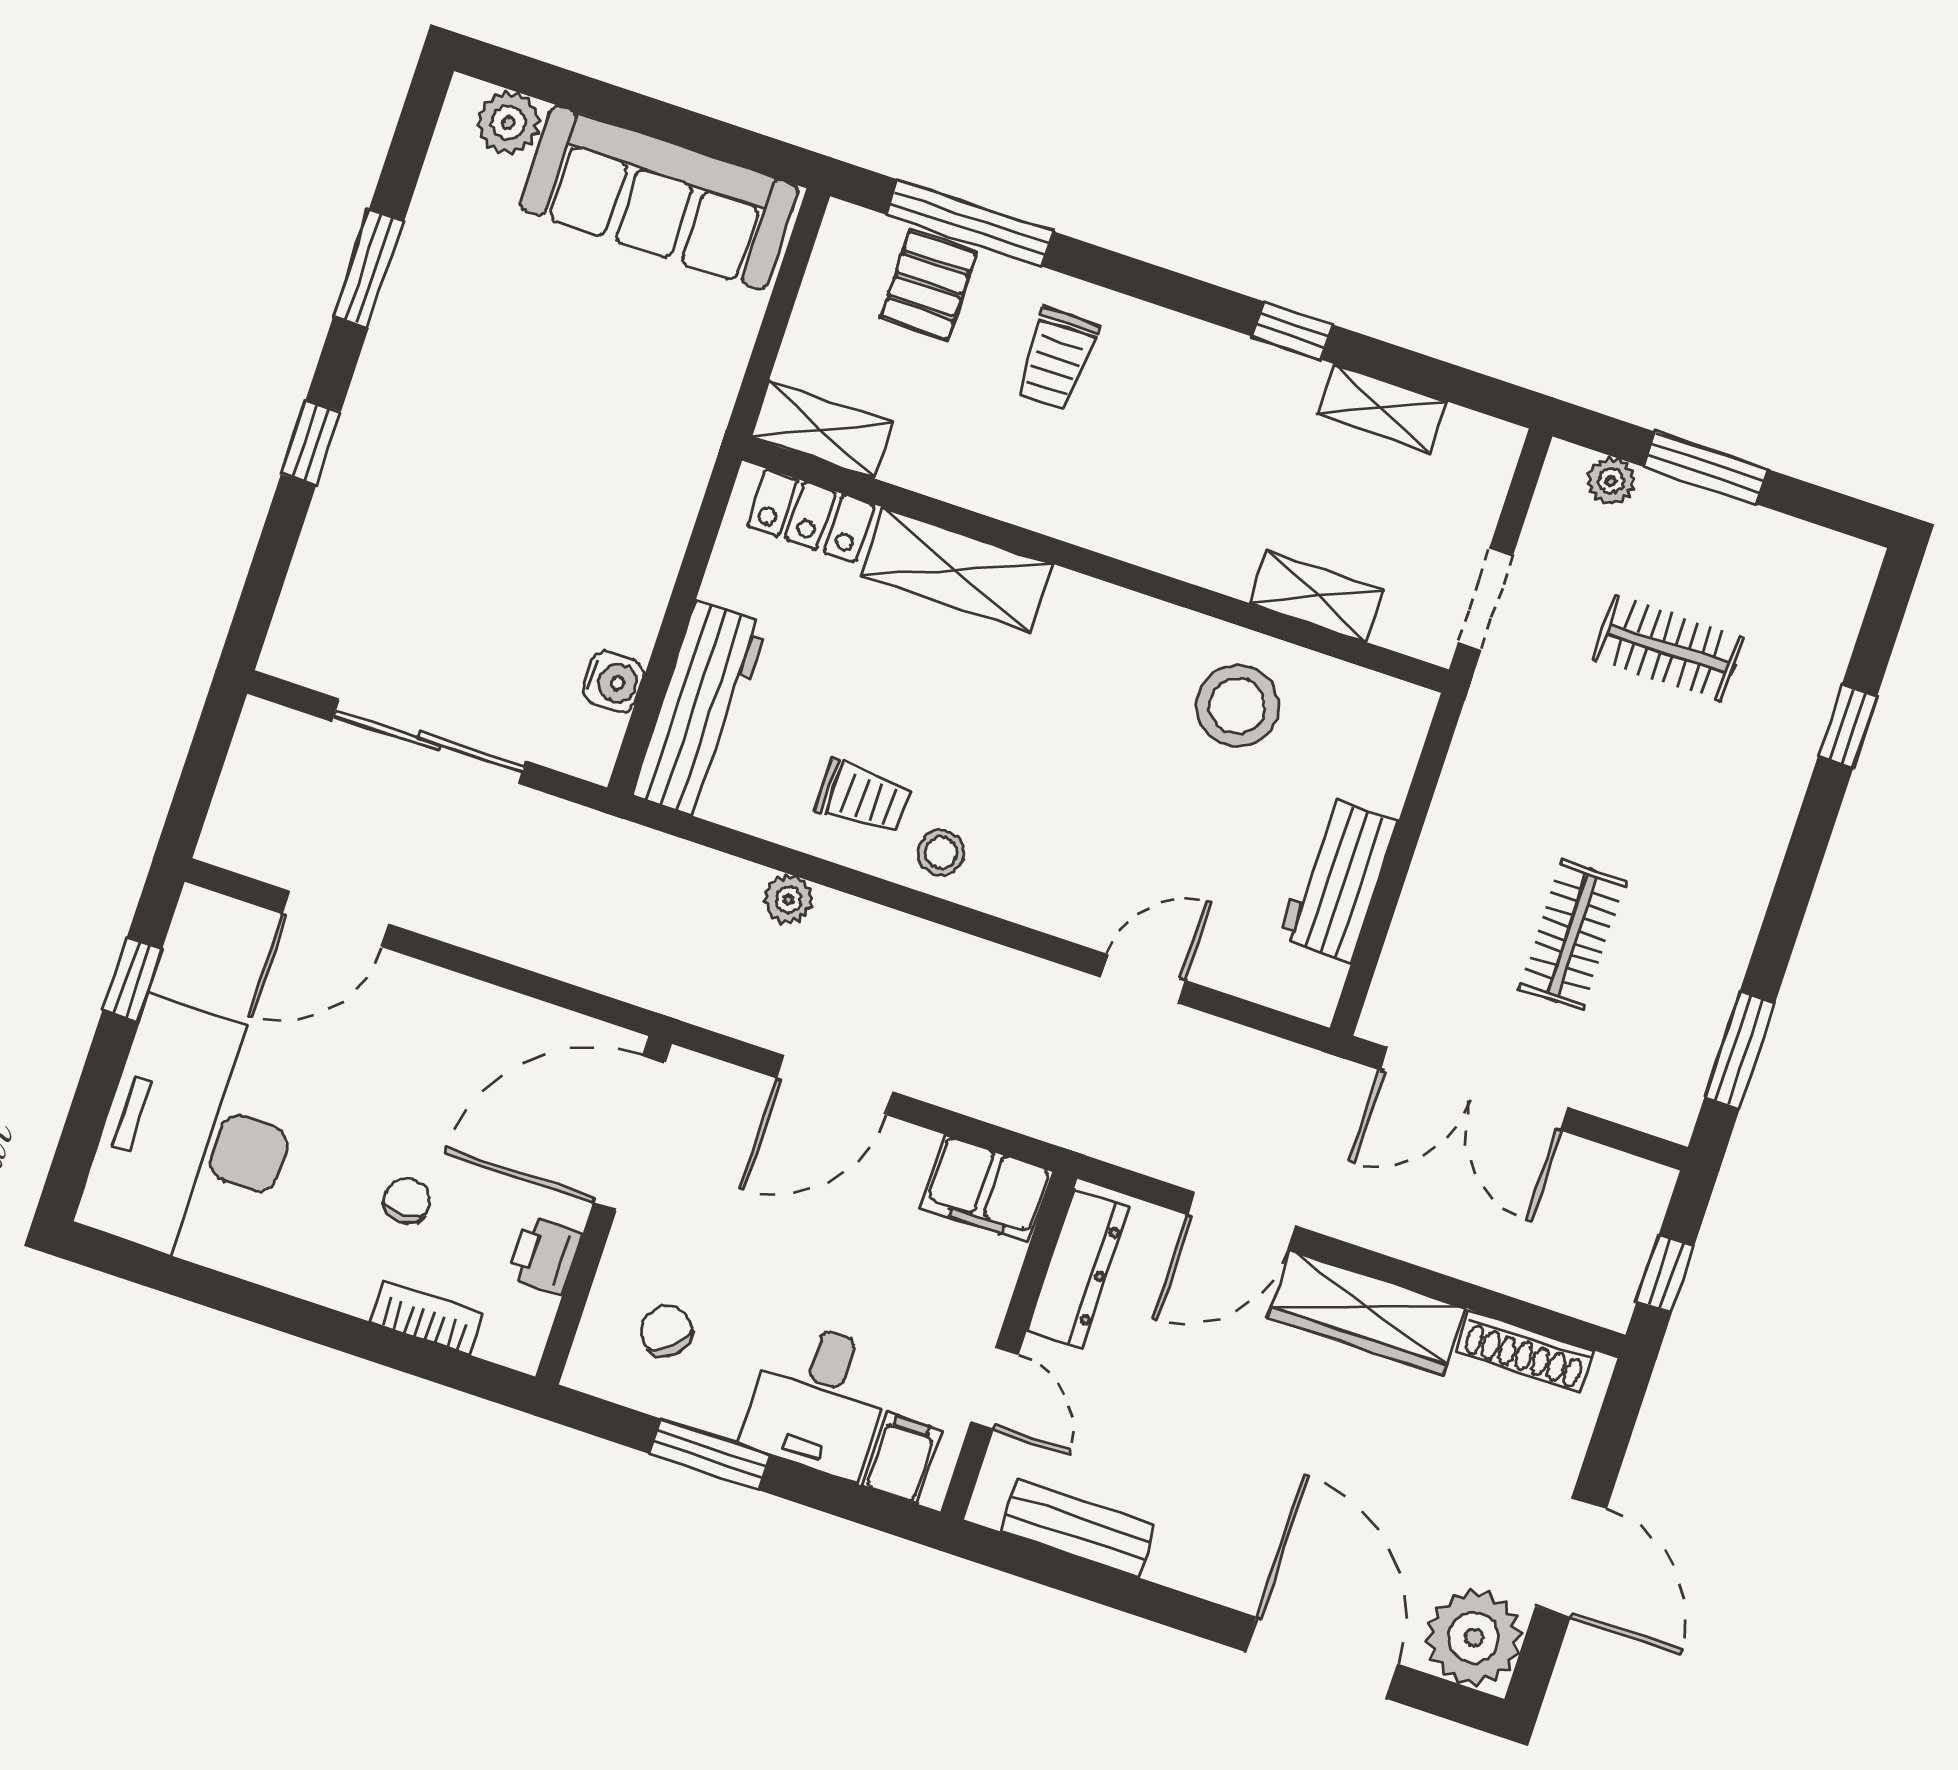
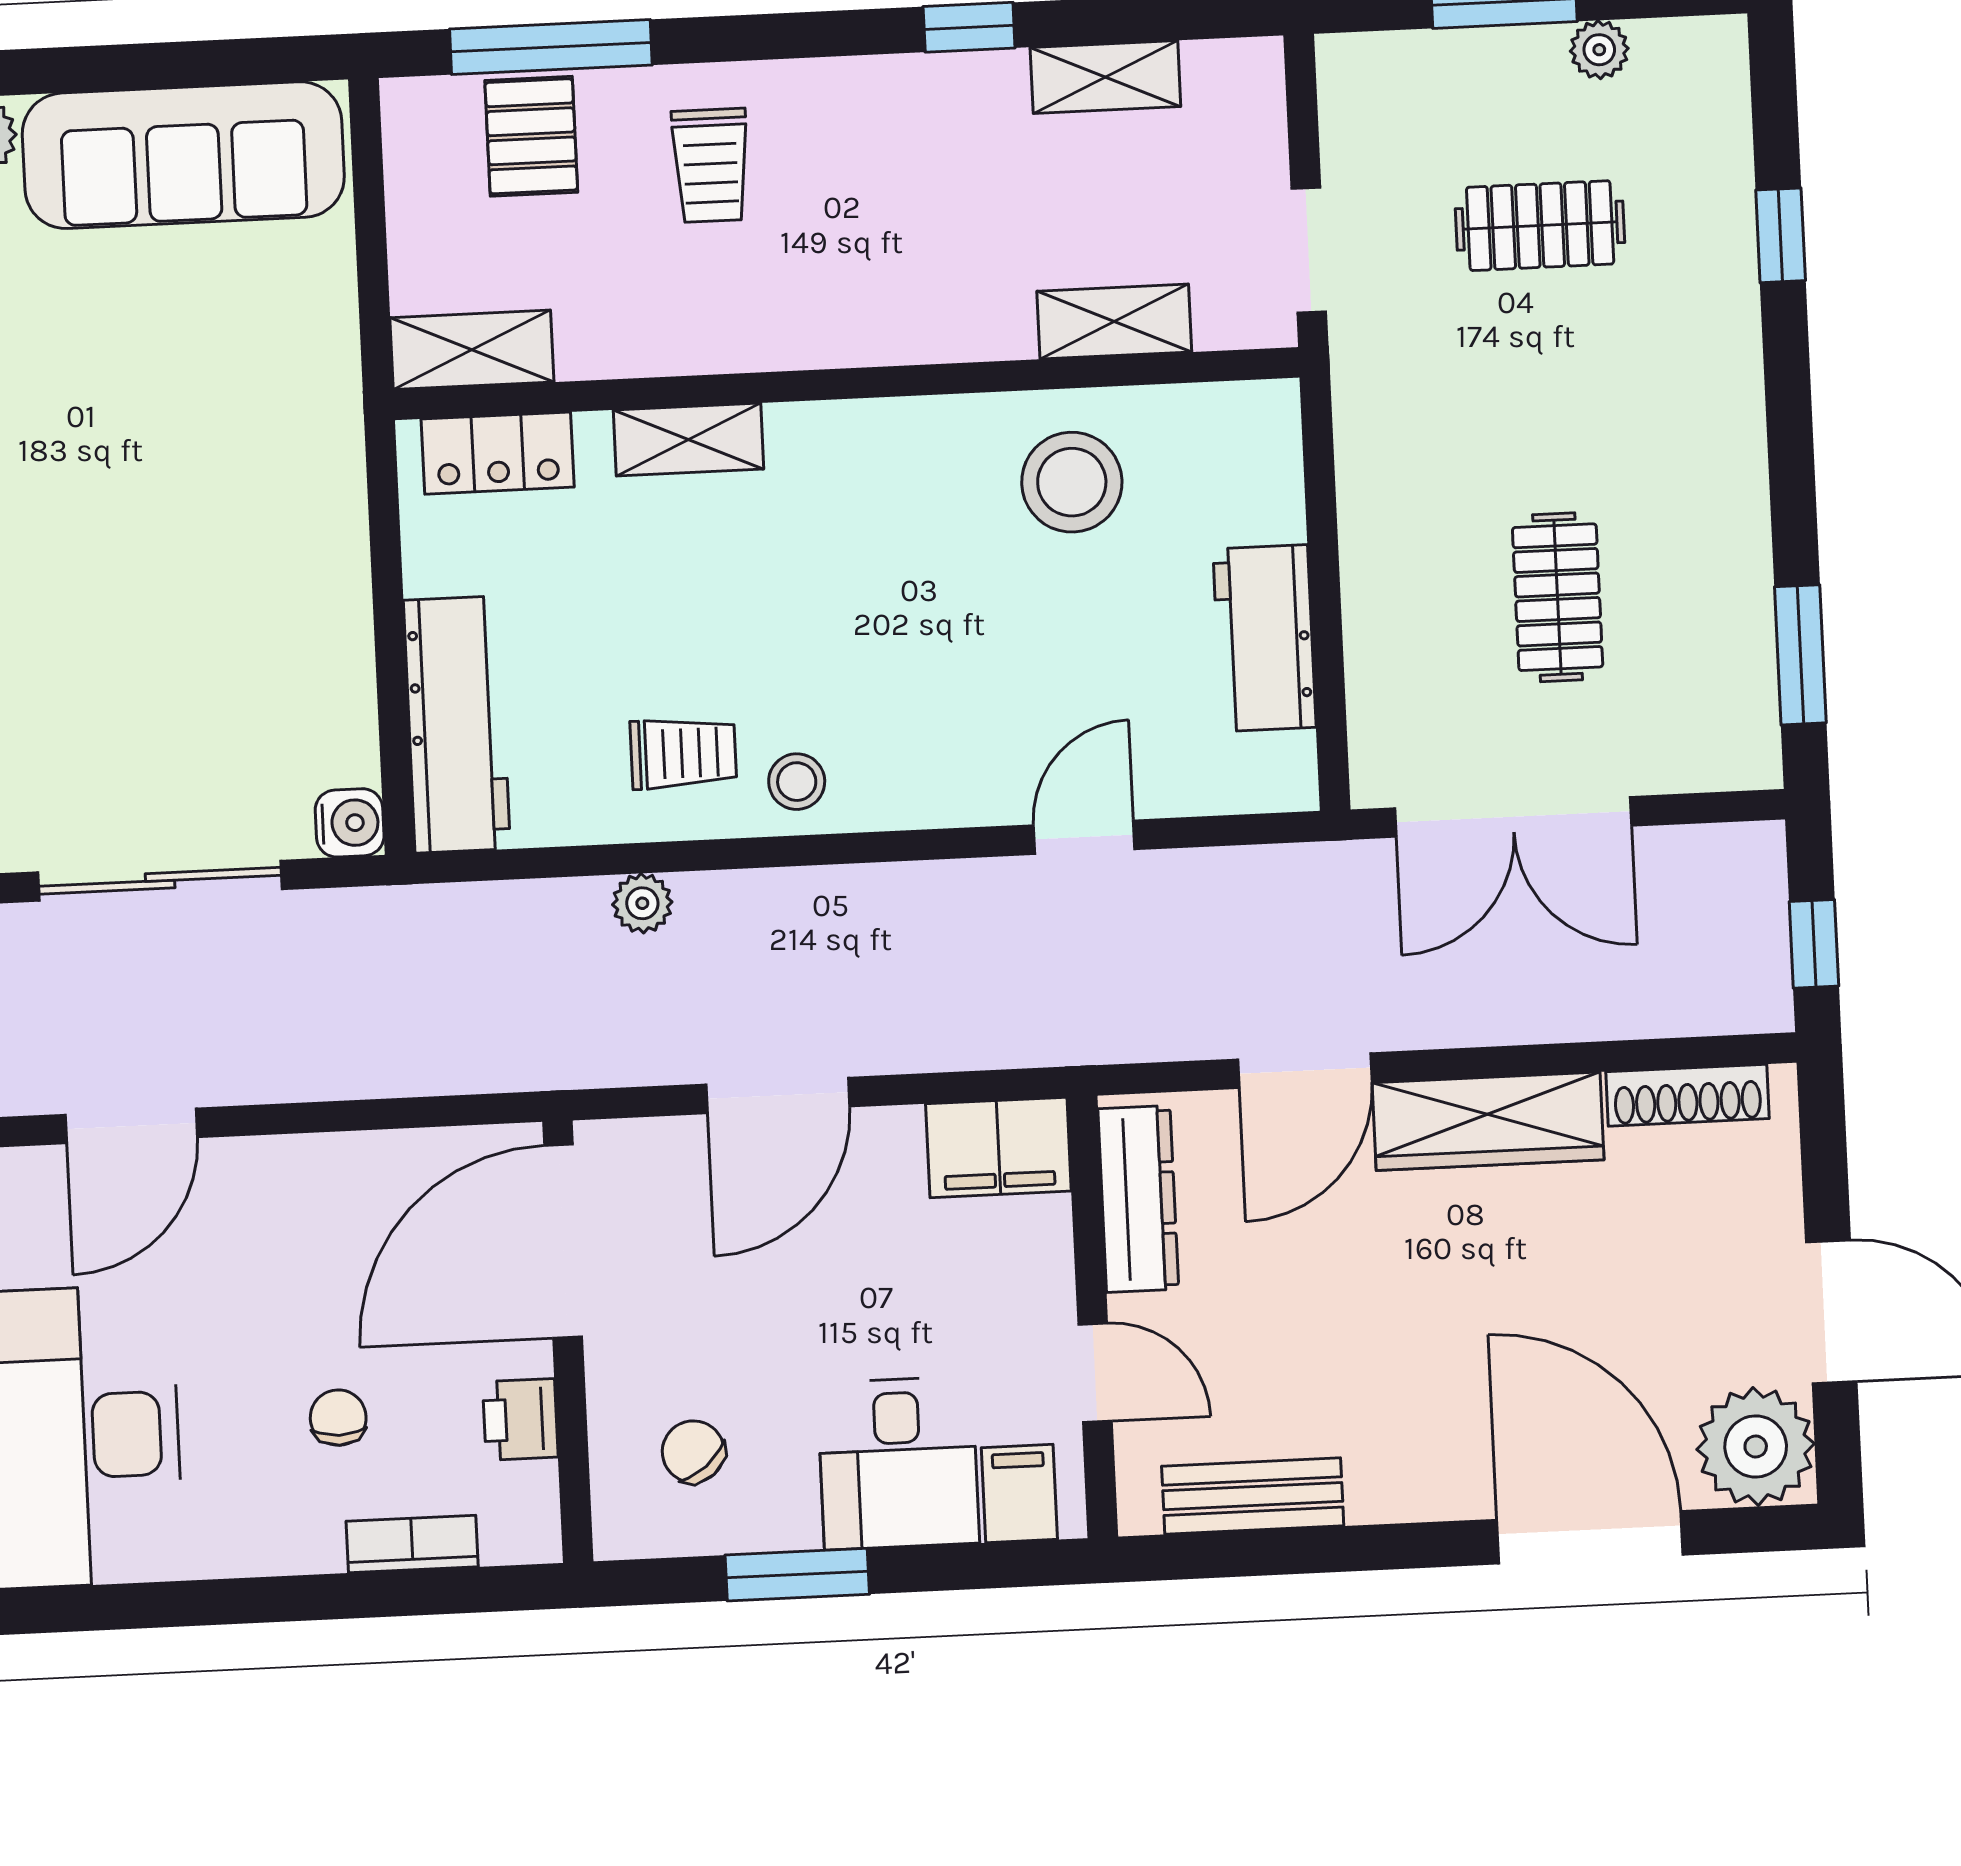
plant: (1611, 481) -> (1599, 50), moved
shelving: (956, 570) -> (689, 439), width x0.67, depth x0.75
water cooler: (613, 682) -> (350, 823), moved

